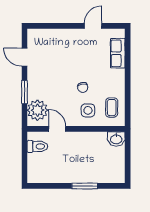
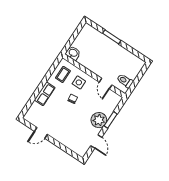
row of seats: (118, 53) -> (45, 94), moved
plant: (38, 110) -> (99, 120), moved

